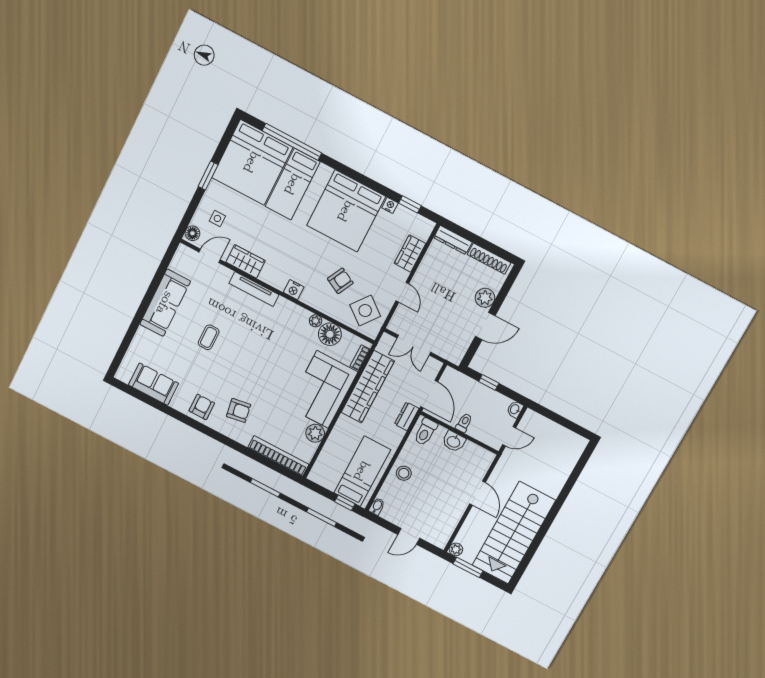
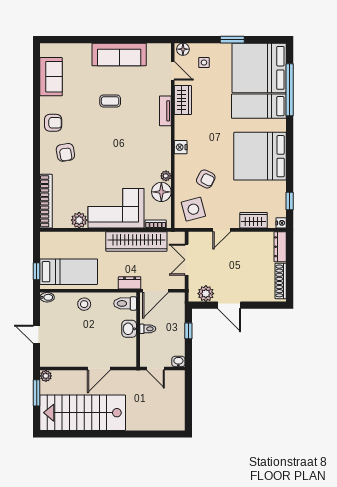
nightstand: (390, 205) -> (281, 223), moved
tv unit: (254, 289) -> (165, 111), width x0.71
plant: (485, 298) -> (206, 294), moved
side table: (365, 311) -> (193, 209), turned 37

